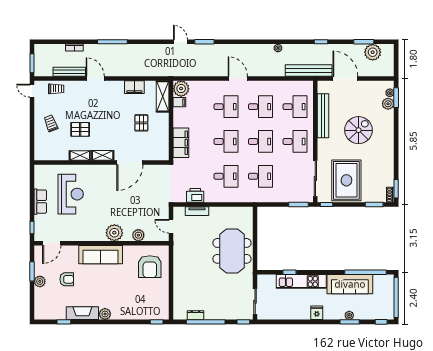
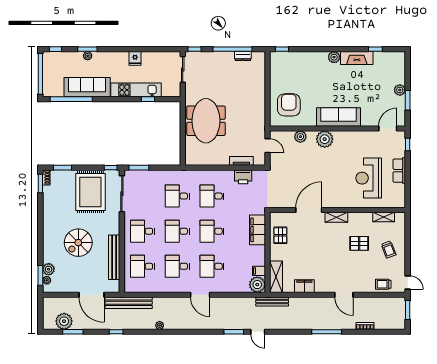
bench: (69, 72) -> (272, 301), moved
pallet: (141, 123) -> (280, 235), moved
shelving: (80, 156) -> (384, 217), moved
armchair: (67, 279) -> (373, 92), removed
fridge: (317, 313) -> (135, 58), moved

